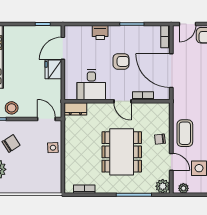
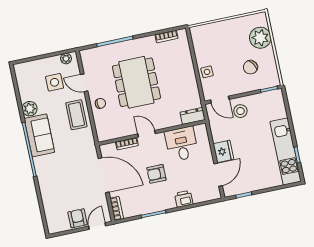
stool: (12, 108) -> (240, 111), moved
plant: (163, 186) -> (87, 56), removed

